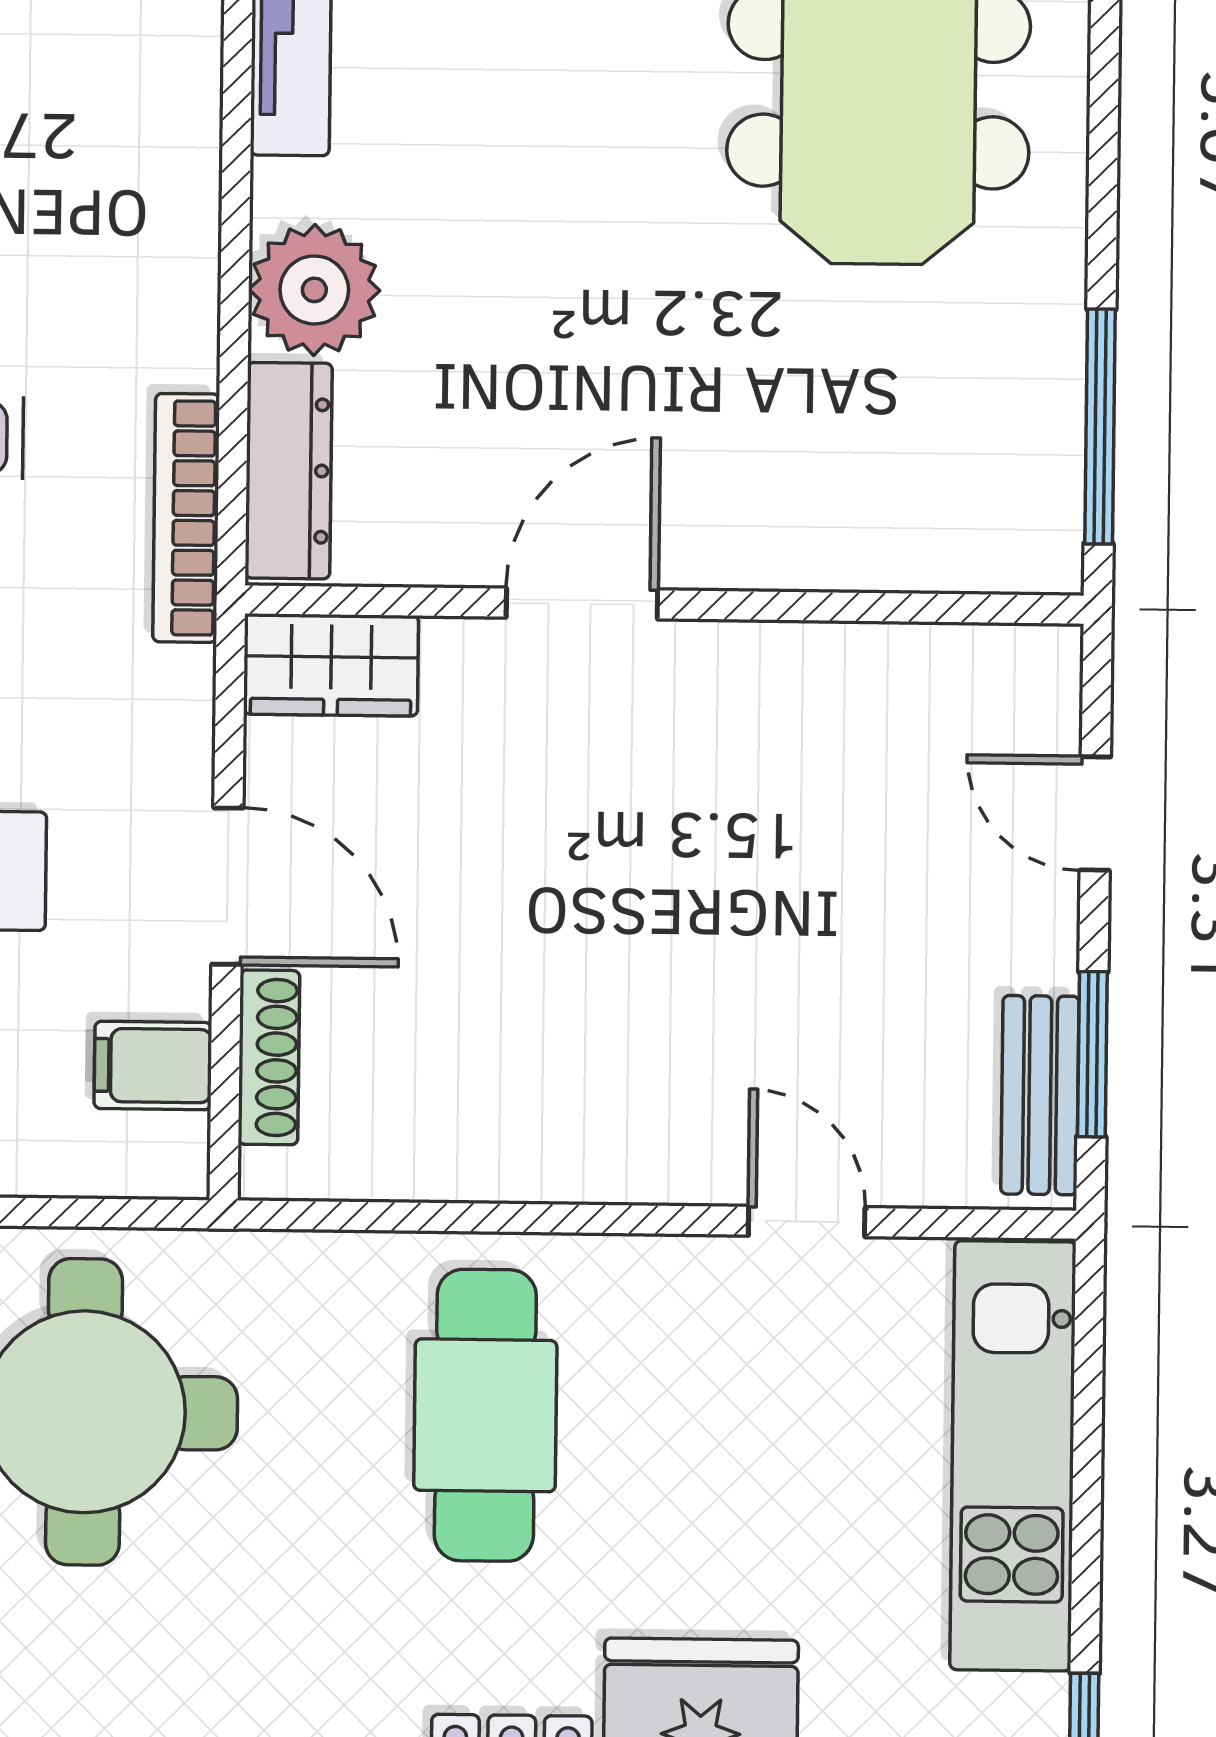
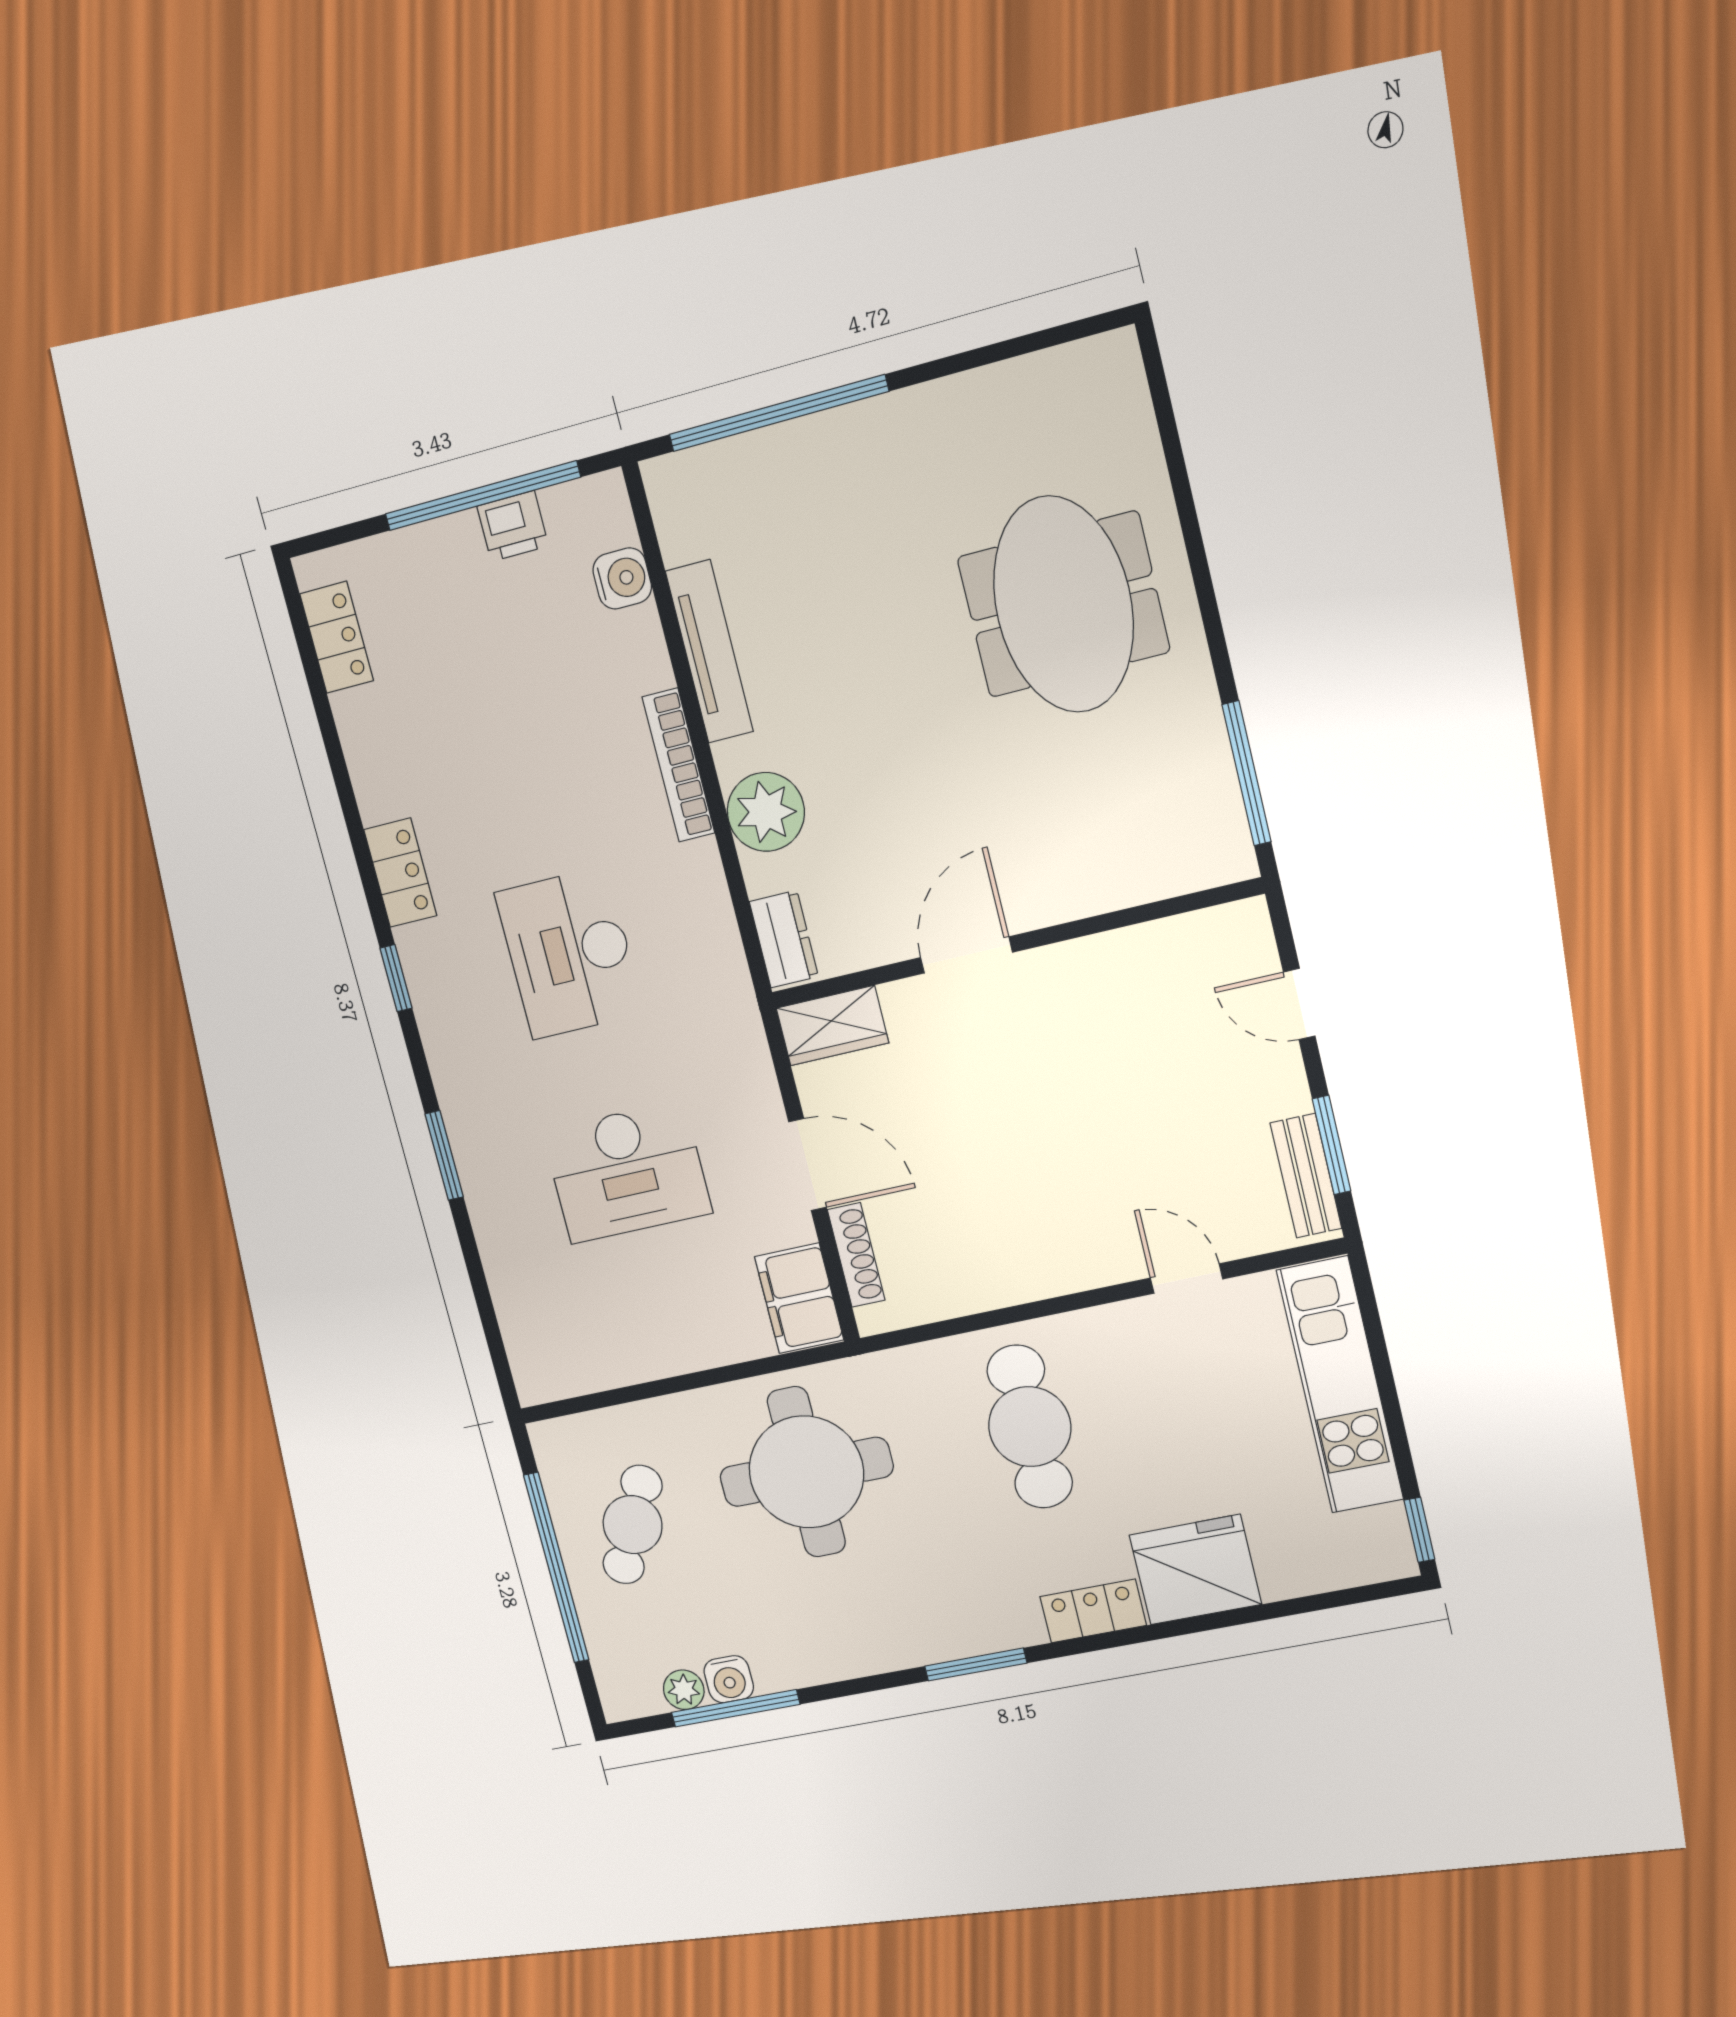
dresser: (289, 471) -> (784, 939), width x0.70
bookcase: (186, 518) -> (678, 765), moved
filing cabinet: (153, 1066) -> (799, 1298), width x2.00

